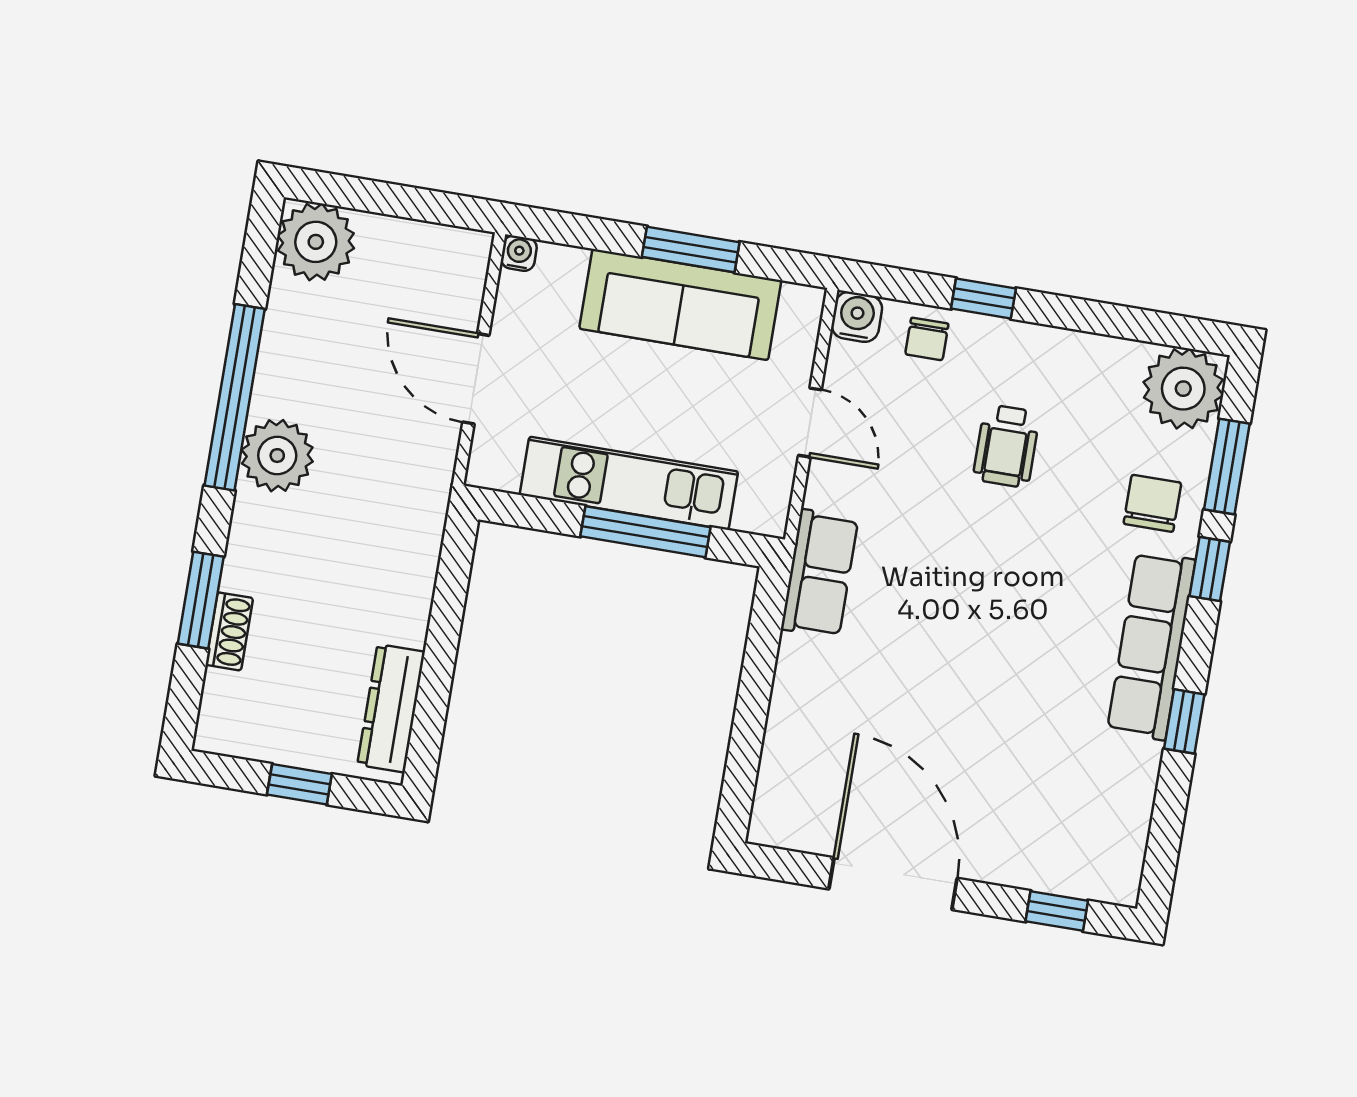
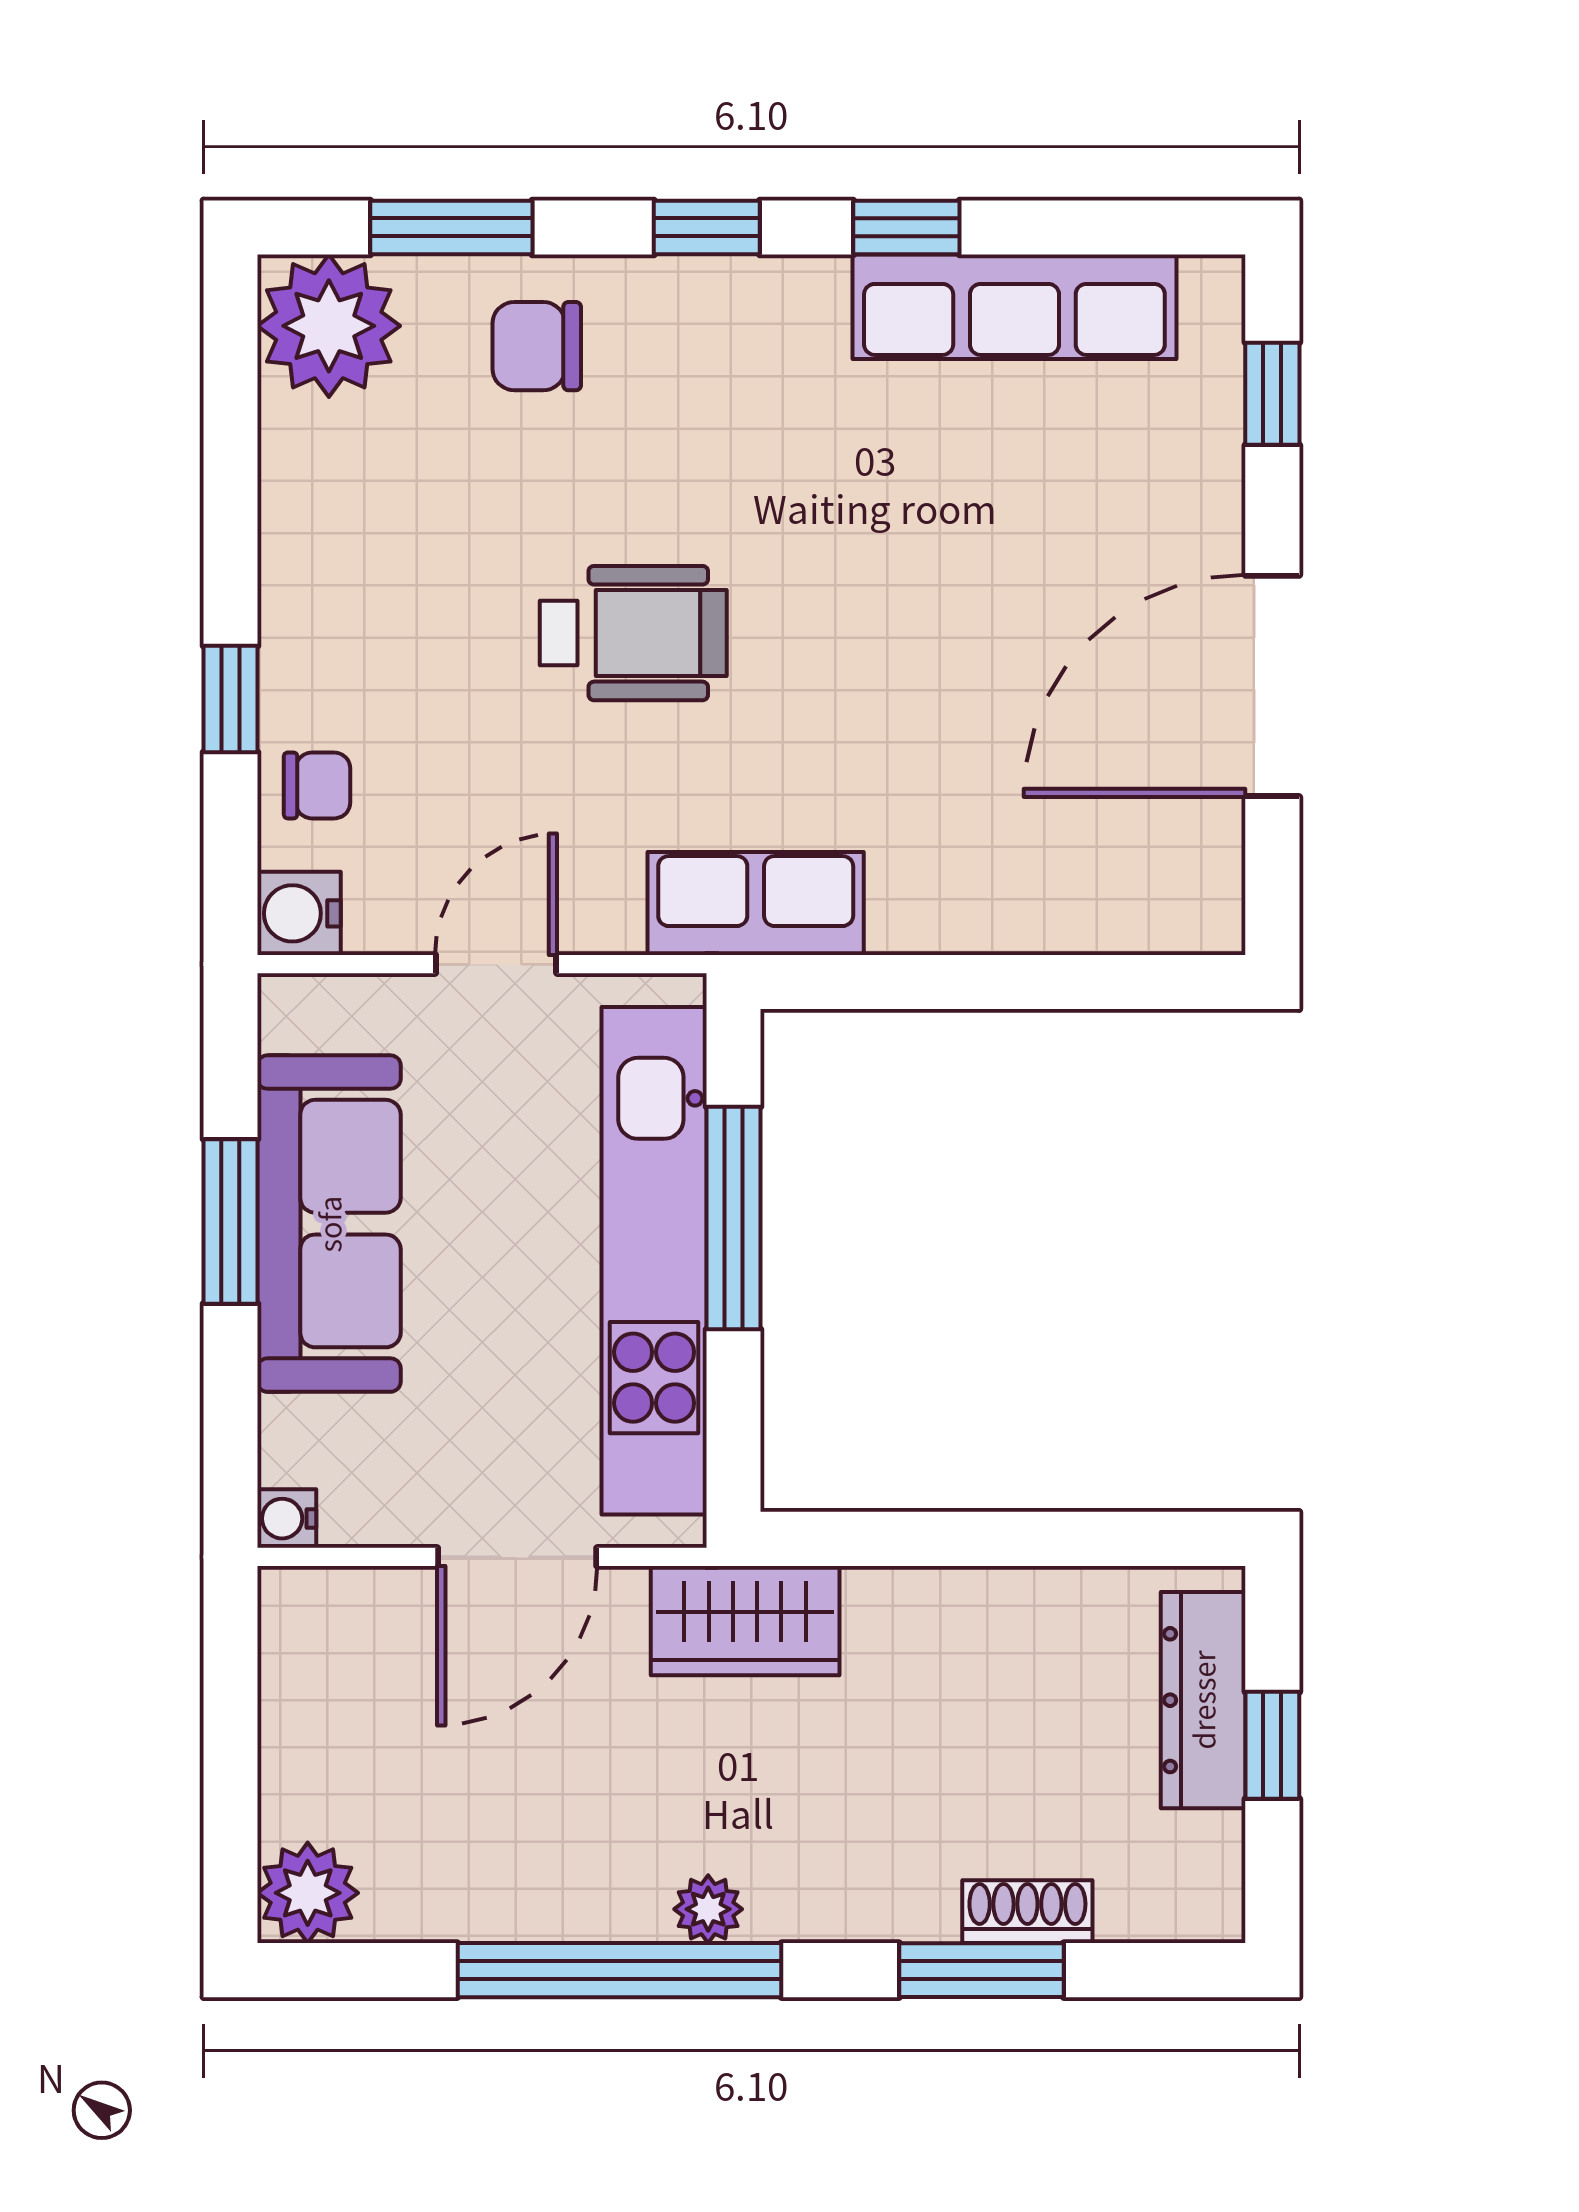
plant: (316, 242) -> (308, 1893), width x0.73, depth x0.73
wheelchair: (1006, 446) -> (633, 633), moved, width x1.36, depth x1.37
plant: (277, 456) -> (708, 1909), width x0.53, depth x0.53
kitchen unit: (629, 483) -> (654, 1261), width x1.36
wardrobe: (419, 500) -> (745, 1621), added
window: (1210, 569) -> (707, 227), moved
row of seats: (1151, 645) -> (1014, 307), moved
dresser: (391, 708) -> (1203, 1700), moved, turned 90

